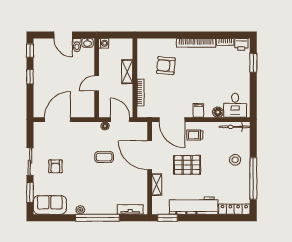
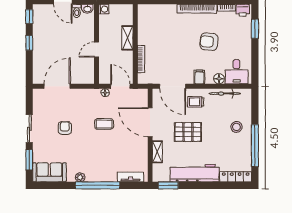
armchair: (166, 66) -> (209, 42), moved
bicycle: (234, 127) -> (225, 94), moved
armchair: (55, 166) -> (65, 128), moved, turned 180

